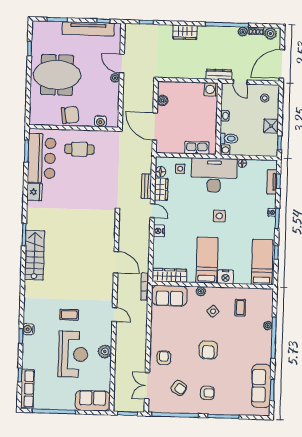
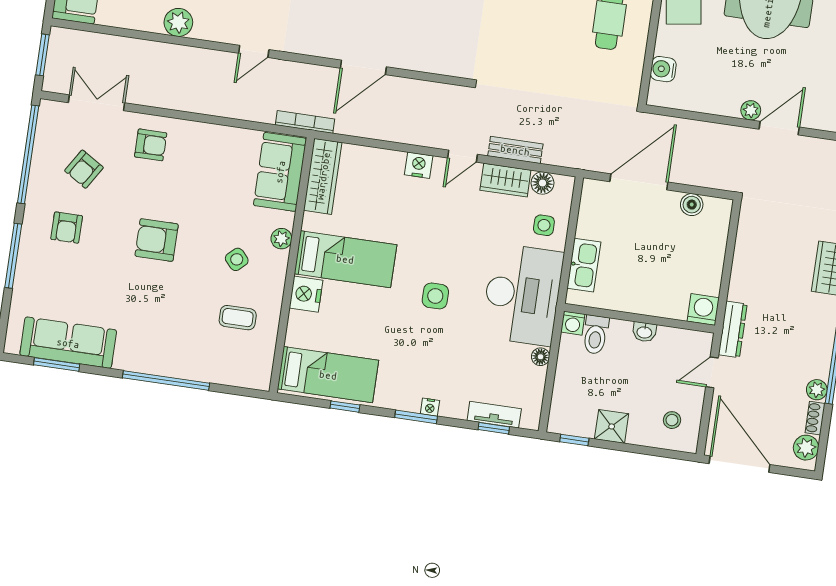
plant: (268, 326) -> (193, 371), removed

